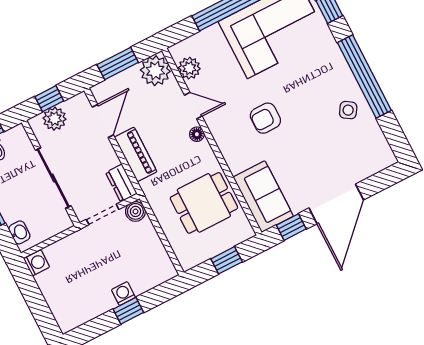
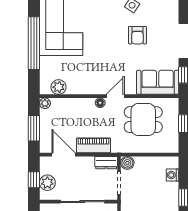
plant: (155, 71) -> (45, 103), width x0.53, depth x0.53
door: (193, 106) -> (115, 96), moved
armchair: (265, 118) -> (137, 35), moved
dining table: (204, 203) -> (143, 120), turned 90
washing machine: (123, 294) -> (173, 175), moved

